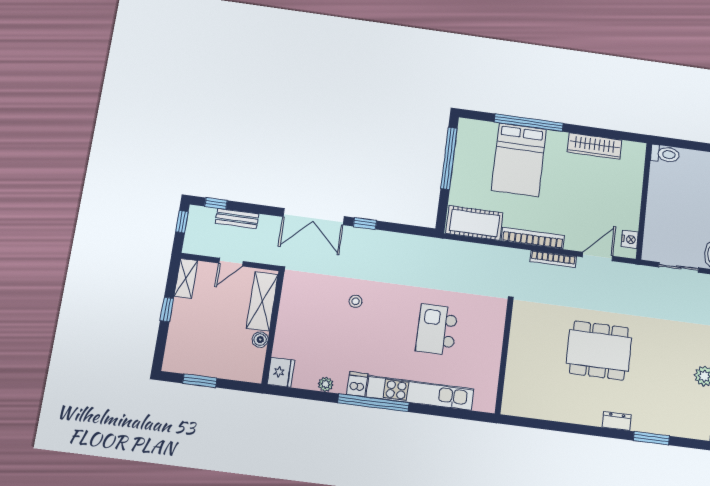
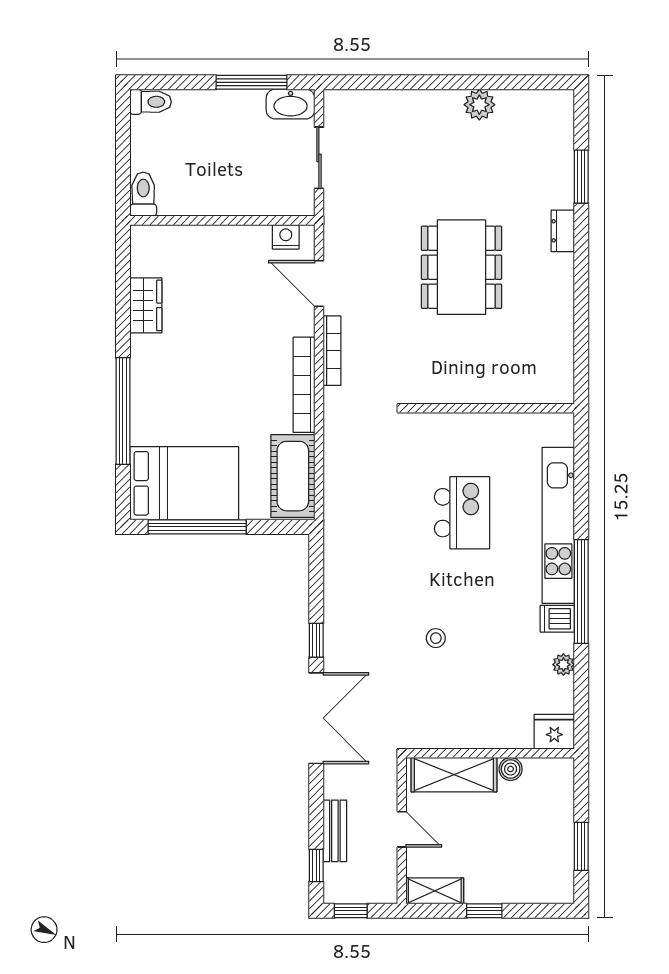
wardrobe: (594, 146) -> (146, 305), width x0.67
bed: (519, 160) -> (184, 483), moved
kitchen island: (437, 330) -> (462, 513), turned -90

